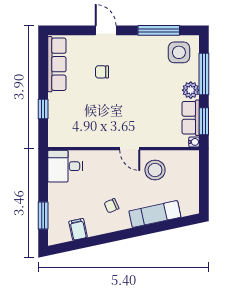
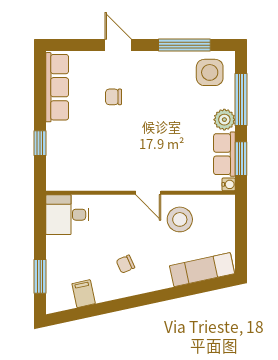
exam couch: (155, 214) -> (202, 270), moved

